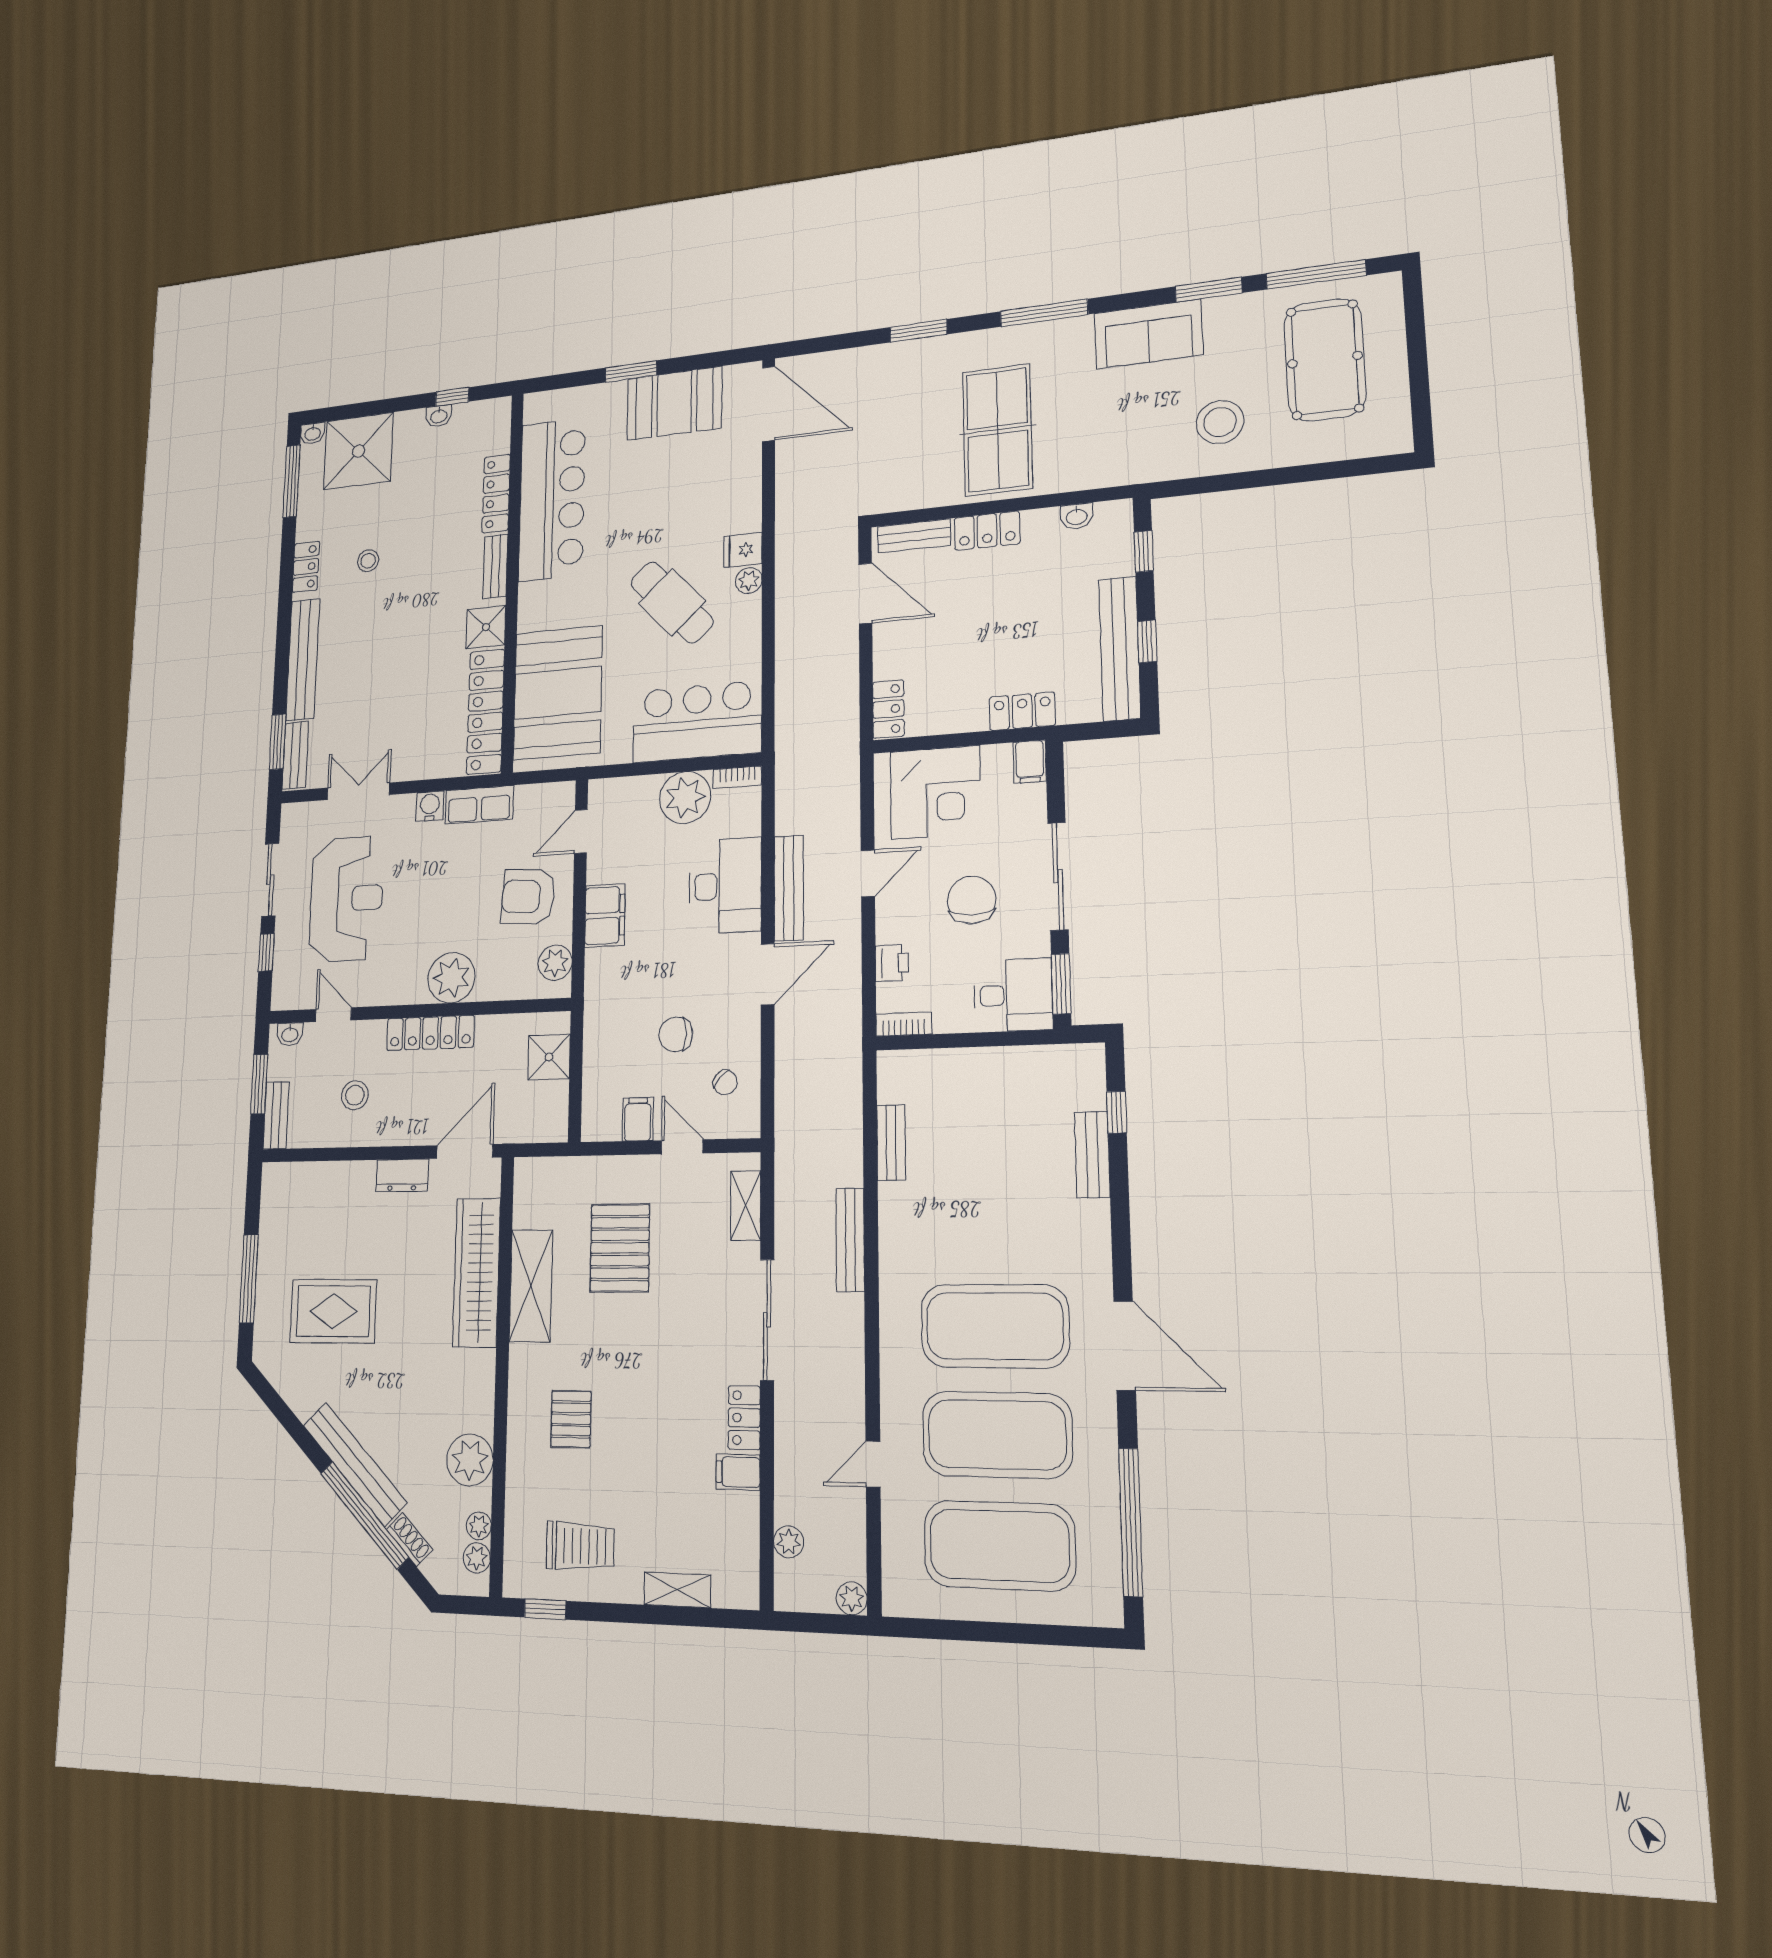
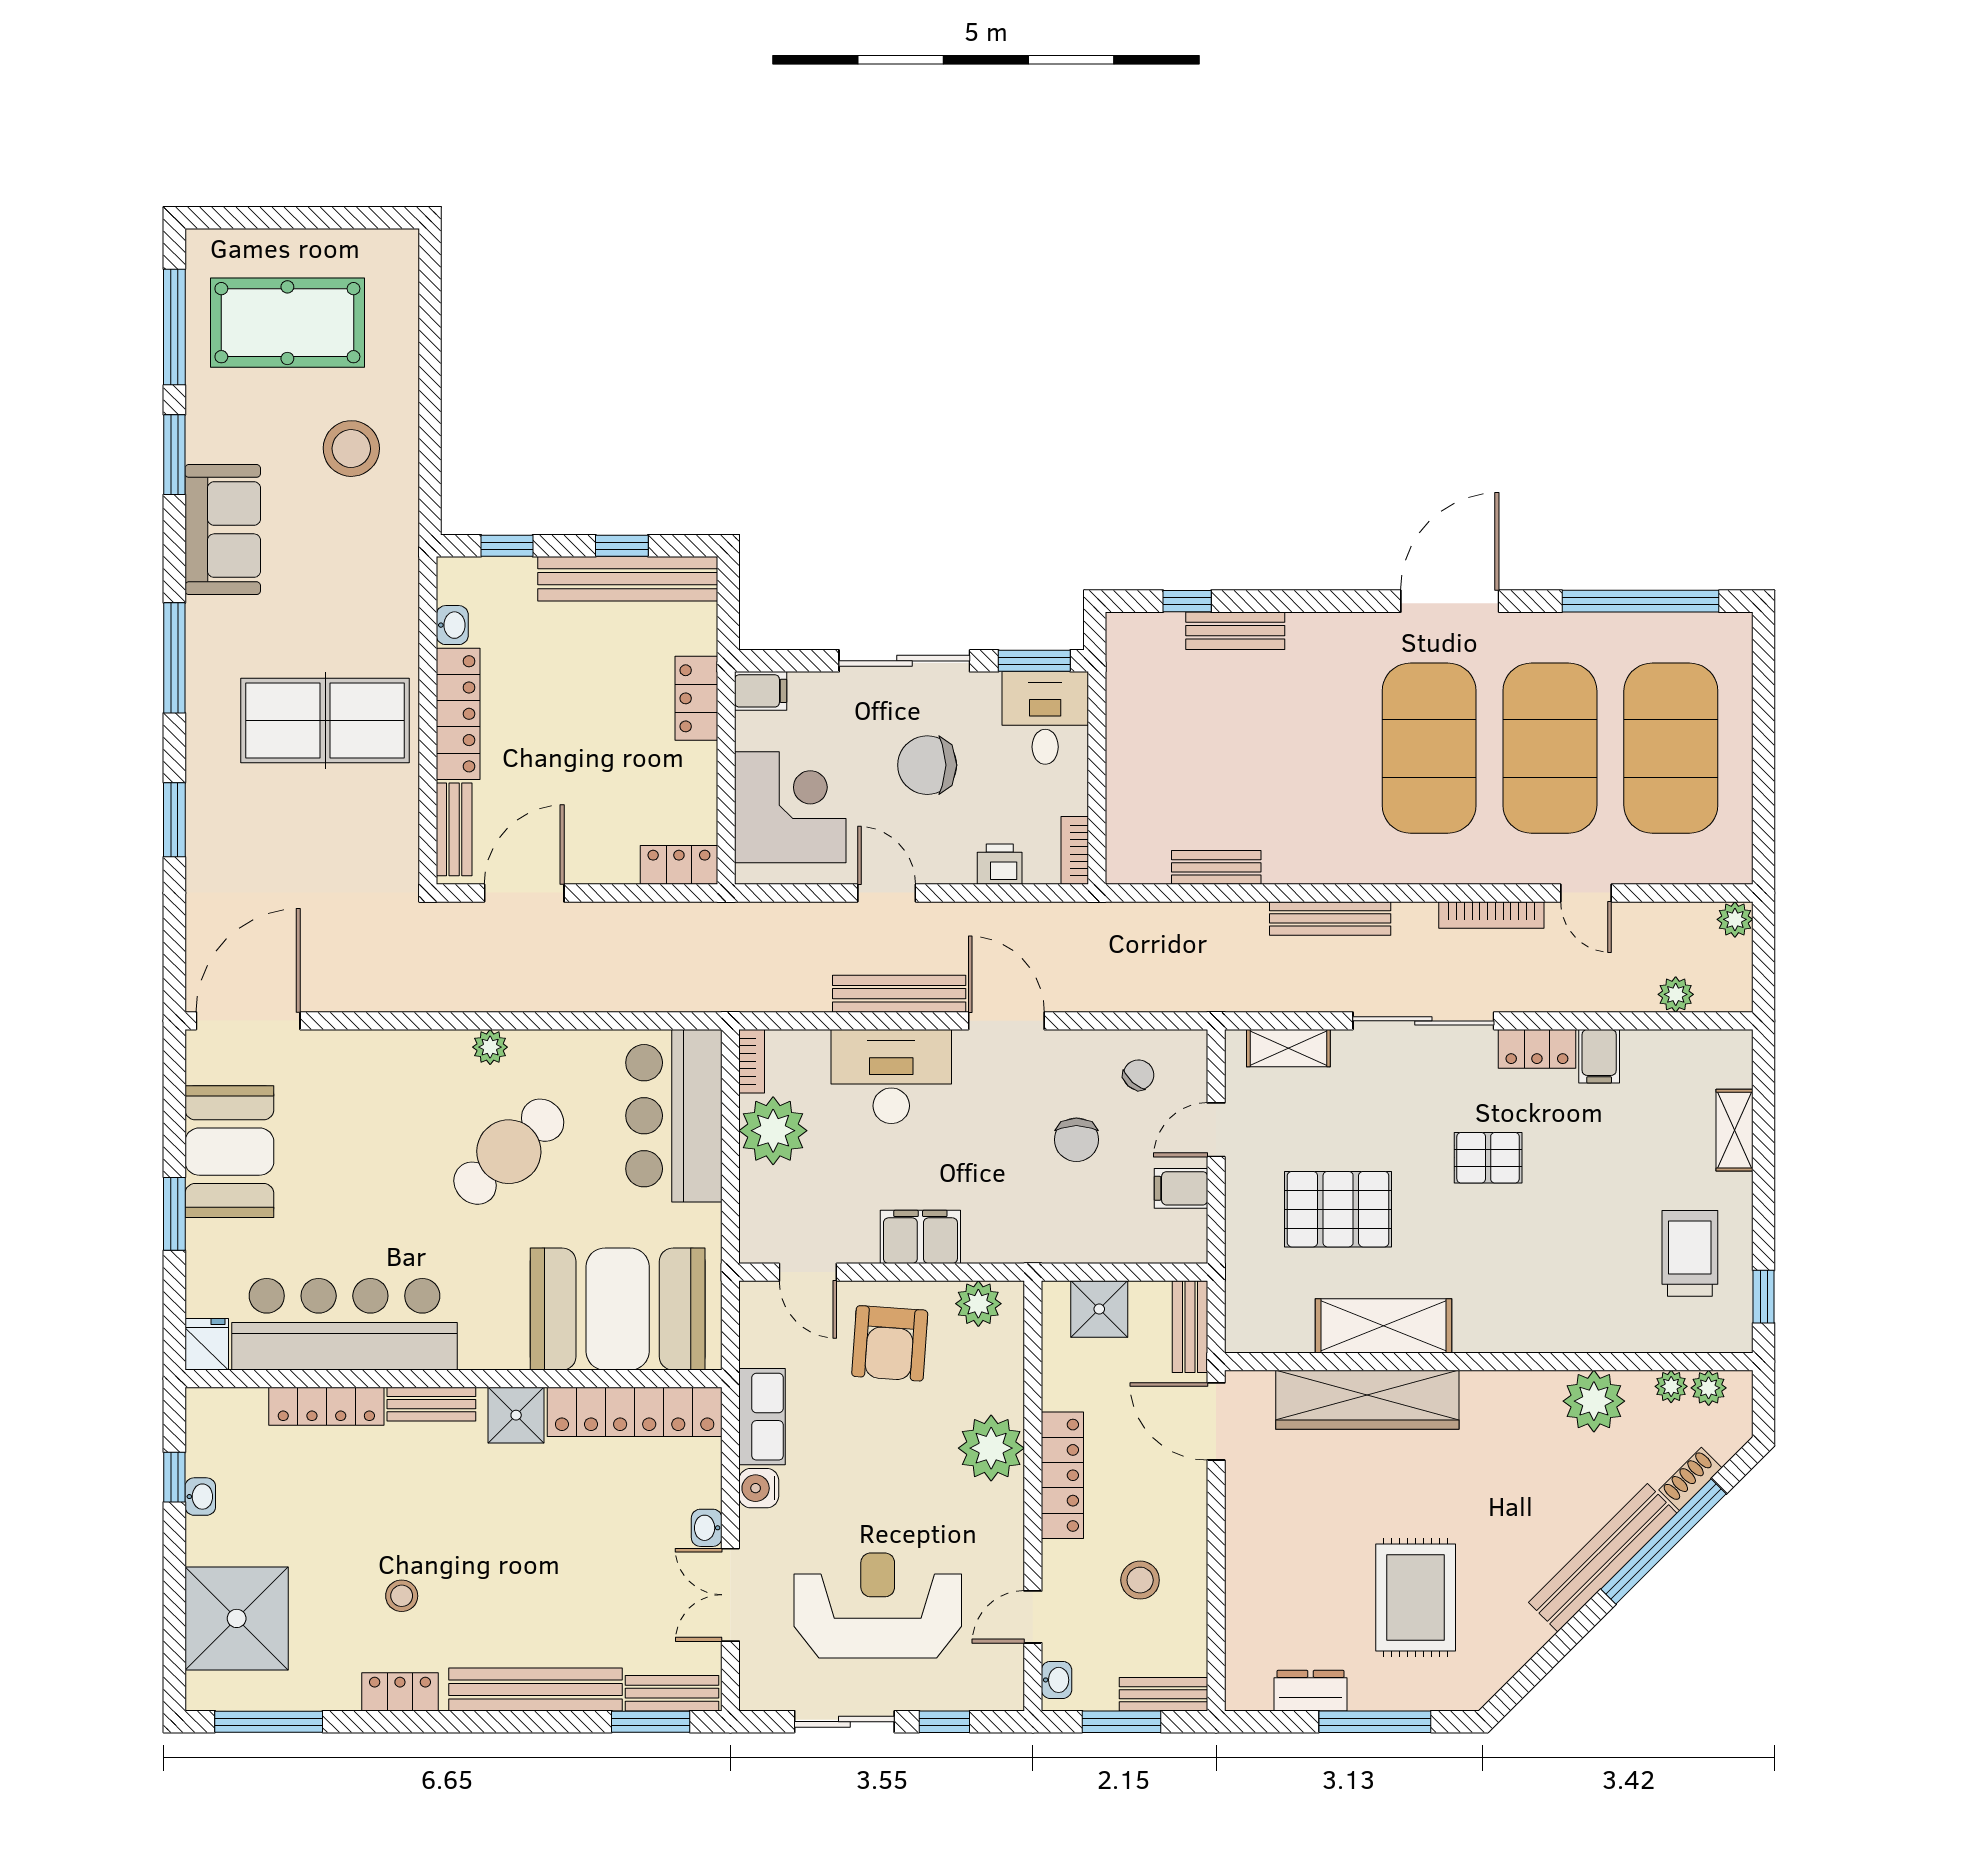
washbasin: (313, 433) -> (707, 1528), moved, turned 180
locker: (987, 531) -> (458, 714), width x1.53
fridge: (743, 550) -> (207, 1344), moved, turned 180
bench: (534, 1129) -> (1190, 1327), added
dresser: (402, 1175) -> (1311, 1691), moved, turned -90
bookcase: (854, 1380) -> (1491, 915), added
pallet: (571, 1419) -> (1488, 1158), moved

